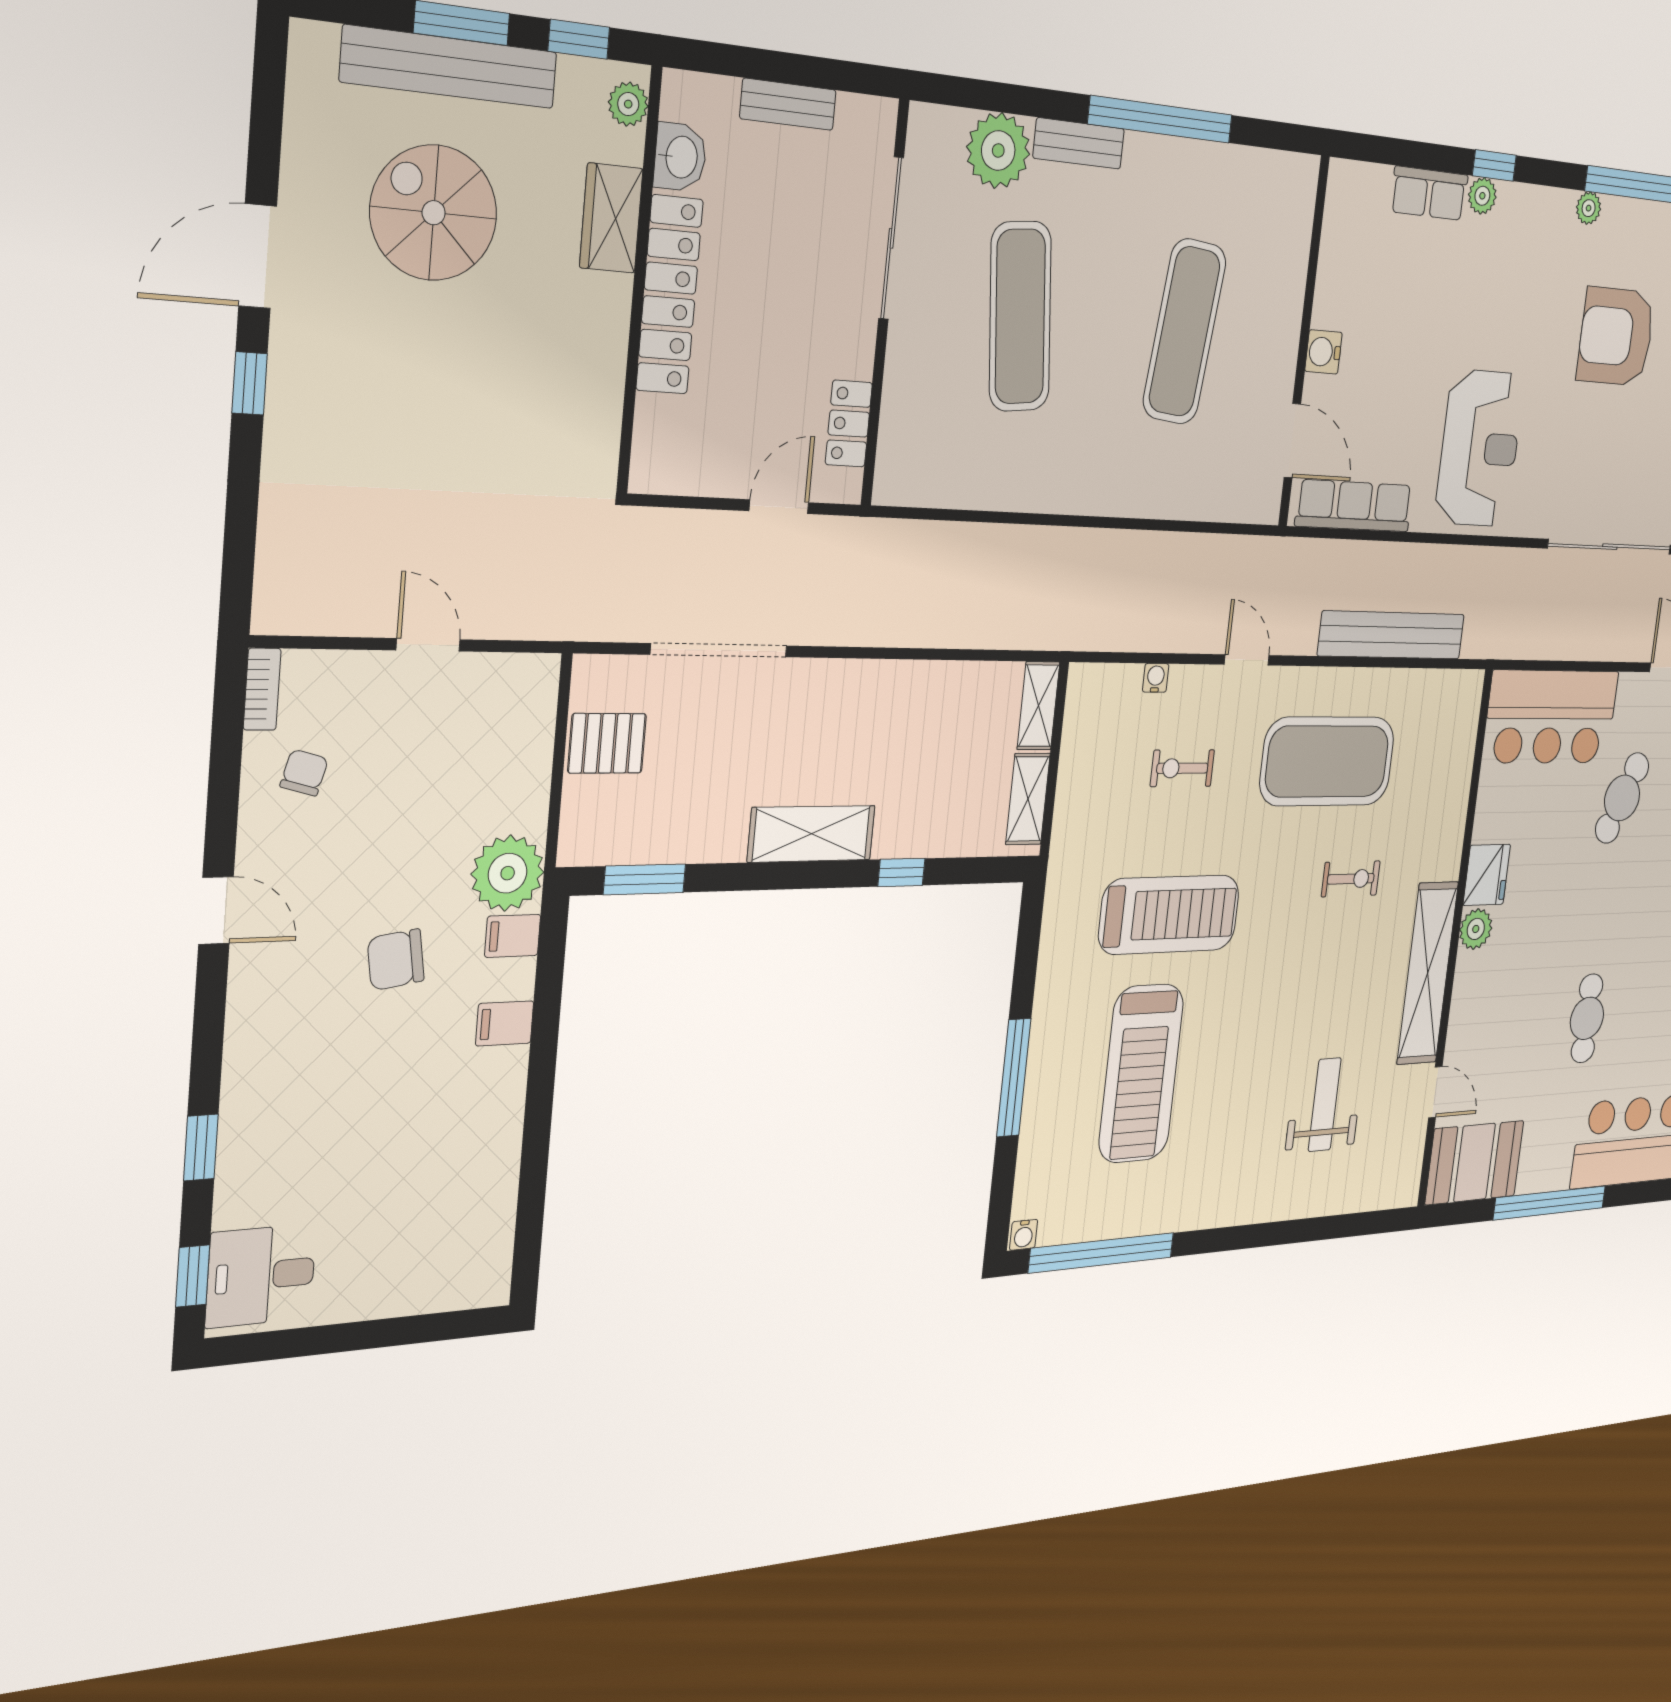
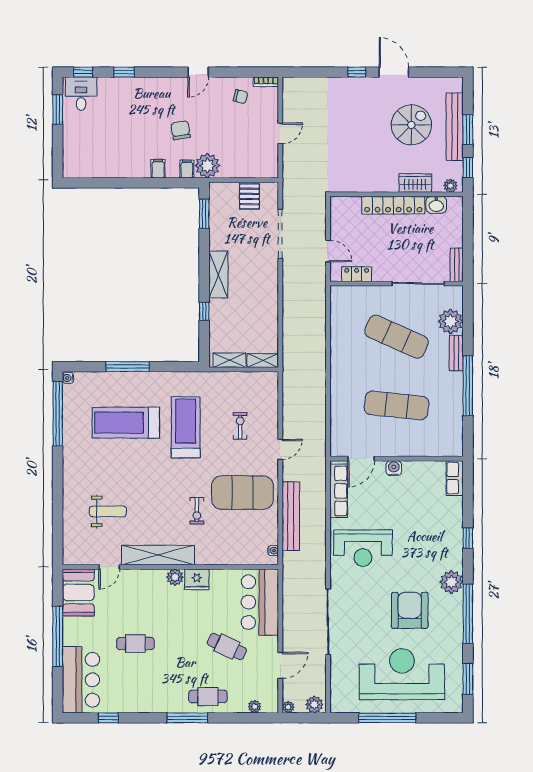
bench: (788, 104) -> (457, 265), moved
row of seats: (1429, 193) -> (455, 478), moved
plant: (1482, 196) -> (456, 534), removed
plant: (1589, 208) -> (451, 582), width x1.88, depth x1.88
exercise mat: (1020, 317) -> (397, 337), turned 30
water cooler: (1156, 678) -> (273, 551), moved
exercise mat: (1327, 761) -> (242, 493), turned 90
treadmill: (1169, 915) -> (186, 427), turned 180
window: (305, 1342) -> (58, 109), added

